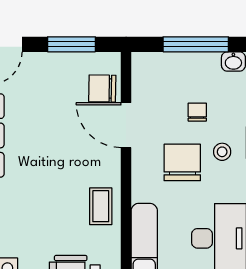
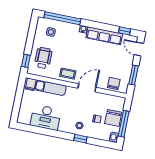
door: (126, 125) -> (87, 88), moved
chair: (182, 162) -> (113, 118), moved, turned 90

